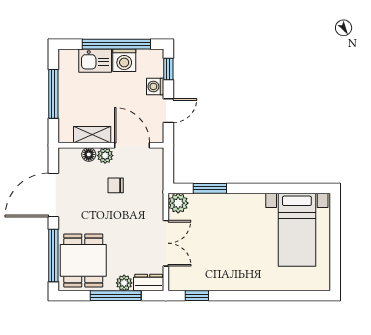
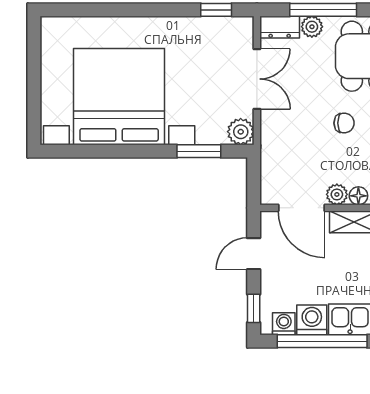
washing machine: (155, 86) -> (284, 324), moved, turned -90
chair: (116, 185) -> (344, 123), moved
bed with nightstands: (297, 230) -> (119, 97), width x1.85
double door: (166, 243) -> (257, 79), swing flipped

